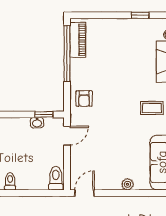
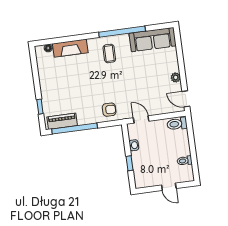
window: (140, 15) -> (40, 107), moved
window: (44, 114) -> (130, 163), moved
plant: (128, 184) -> (176, 78), moved

